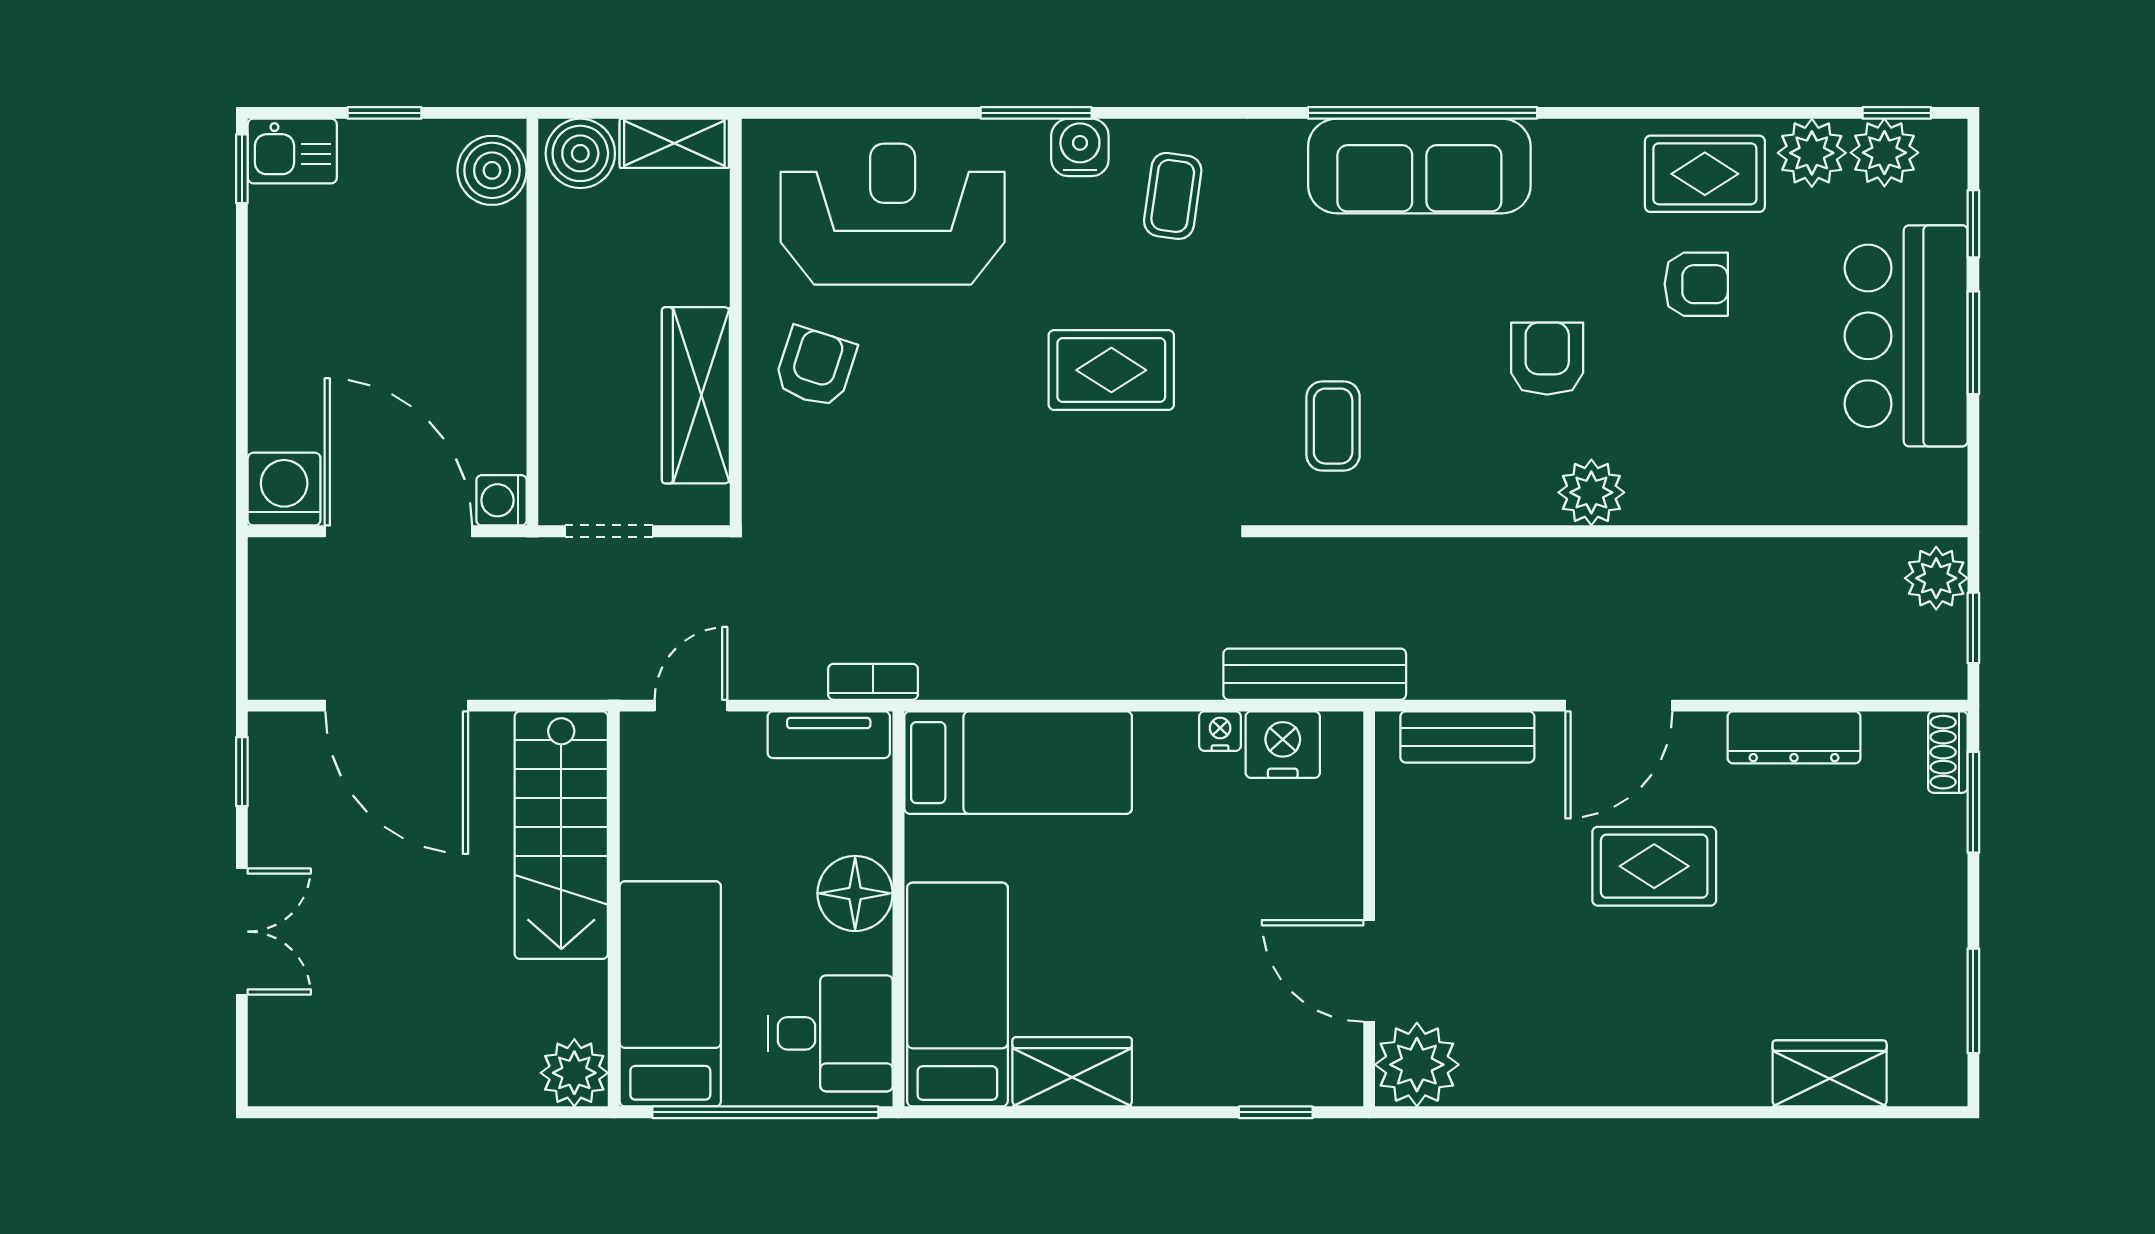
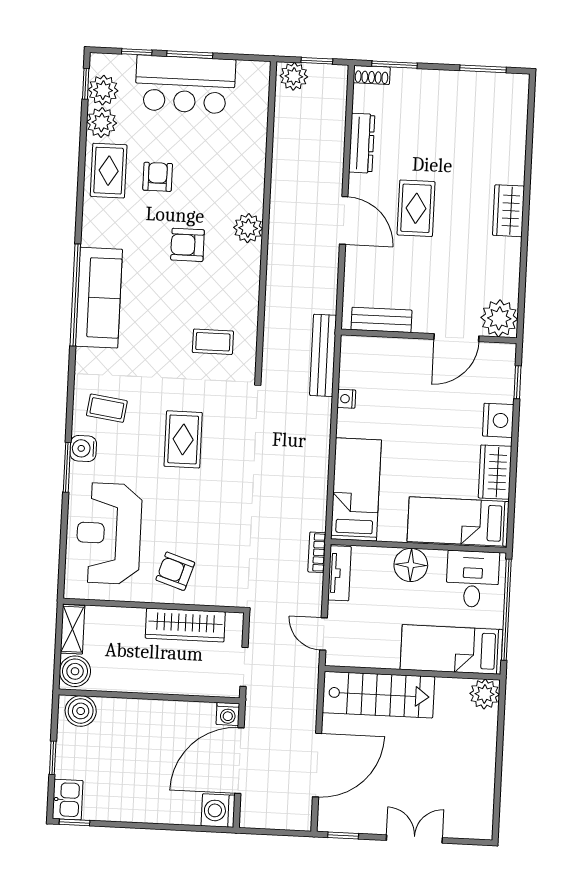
bench: (1467, 737) -> (381, 320), moved, turned 90
nightstand: (1283, 745) -> (498, 420), moved, turned 180
wardrobe: (1830, 1073) -> (509, 211), moved

